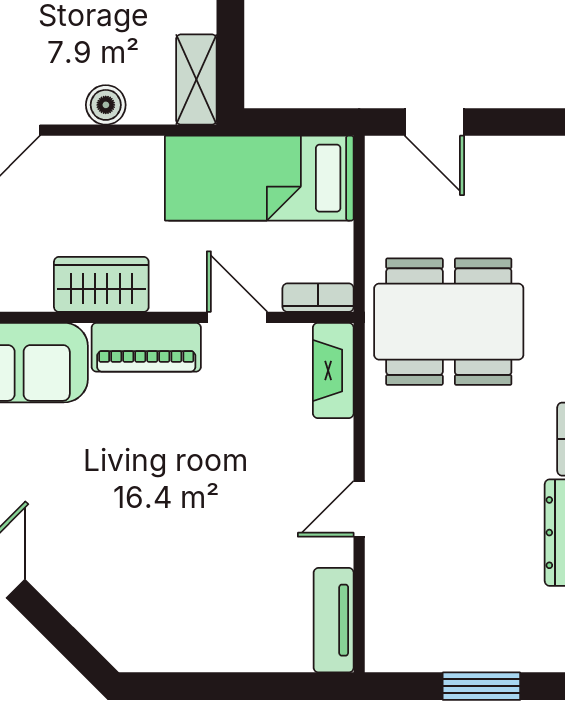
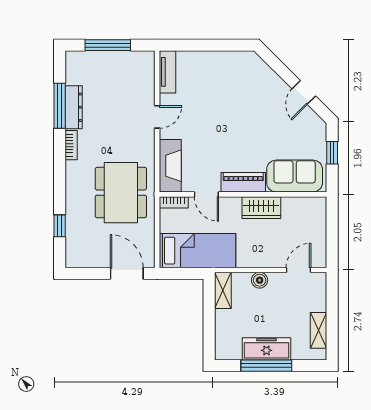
door: (434, 122) -> (127, 273), width x1.38
dining table: (449, 322) -> (121, 193), turned 90
fireplace: (333, 371) -> (170, 166), width x1.37, depth x1.32
window: (481, 686) -> (108, 45), width x1.44

